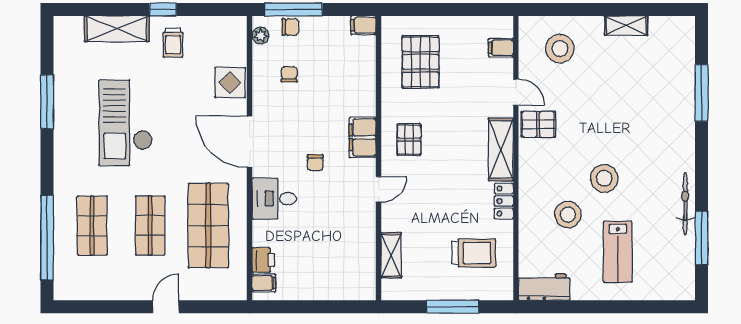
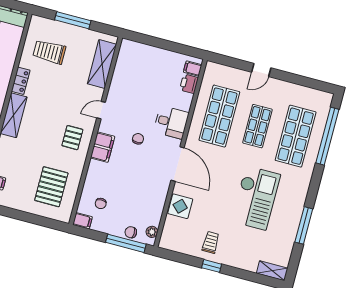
shelving: (117, 29) -> (272, 271), moved, width x0.67, depth x0.75
chair: (289, 74) -> (101, 203), moved
shop shelf: (92, 226) -> (296, 136), width x1.43, depth x1.36
shelving: (391, 255) -> (102, 64), width x1.50, depth x1.33

